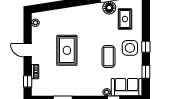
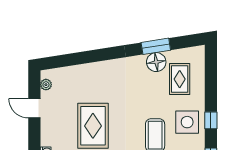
door: (28, 50) -> (34, 108), moved

